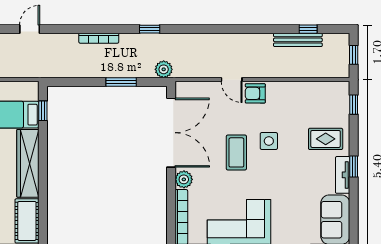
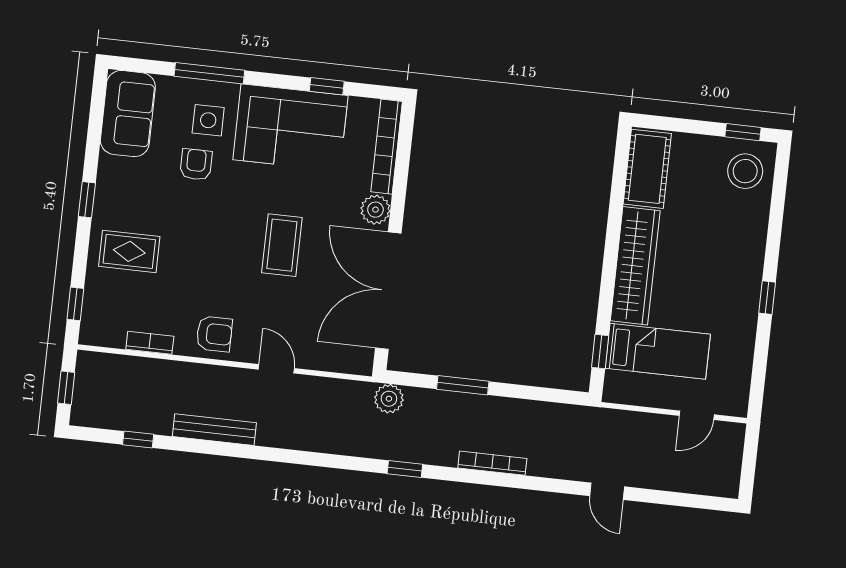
door: (30, 29) -> (607, 491), hinge flipped
bench: (298, 40) -> (214, 430), moved
bookcase: (308, 87) -> (150, 343), added
armchair: (255, 93) -> (214, 334), moved
side table: (269, 141) -> (208, 120), moved
tv unit: (343, 175) -> (107, 188), removed
armchair: (292, 194) -> (196, 164), added

